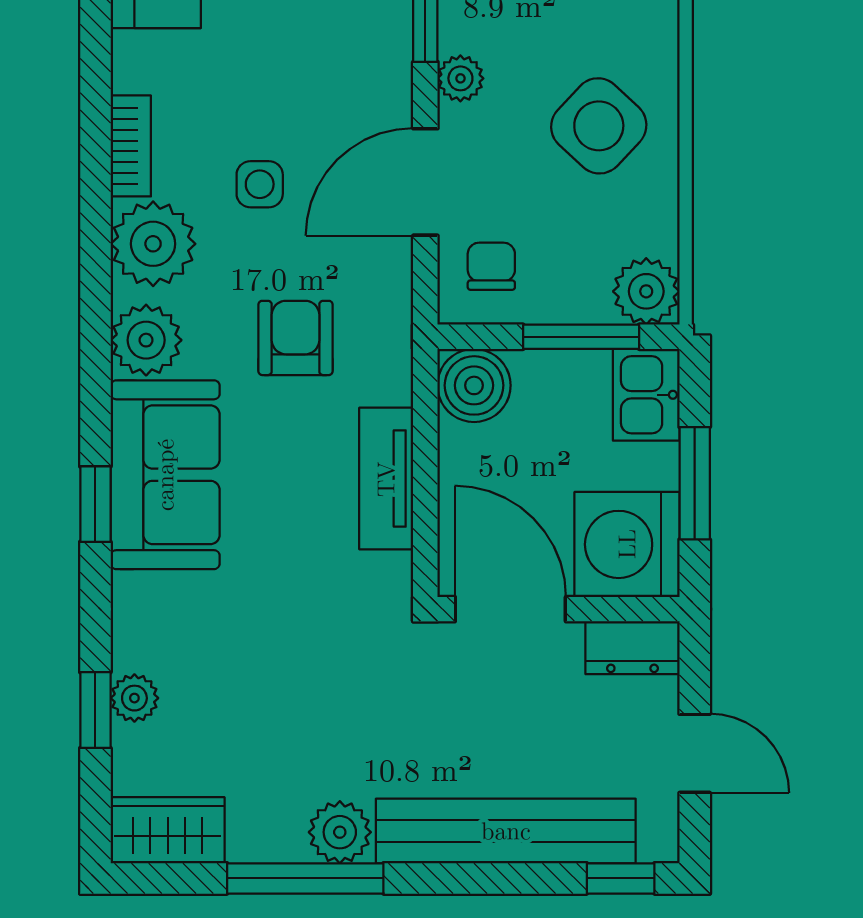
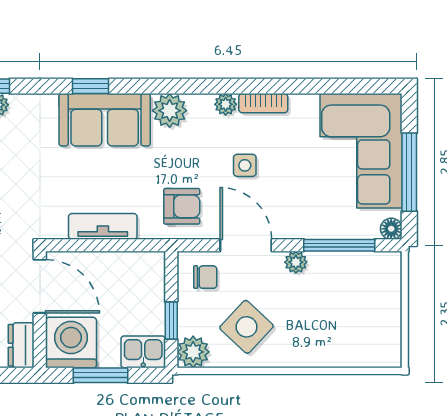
side table: (599, 126) -> (247, 327), moved
plant: (153, 244) -> (226, 104), width x0.53, depth x0.53
window: (581, 337) -> (171, 320), width x0.67
armchair: (296, 338) -> (182, 206), moved
boiler: (474, 385) -> (148, 269), removed
door: (510, 609) -> (40, 286), hinge flipped

